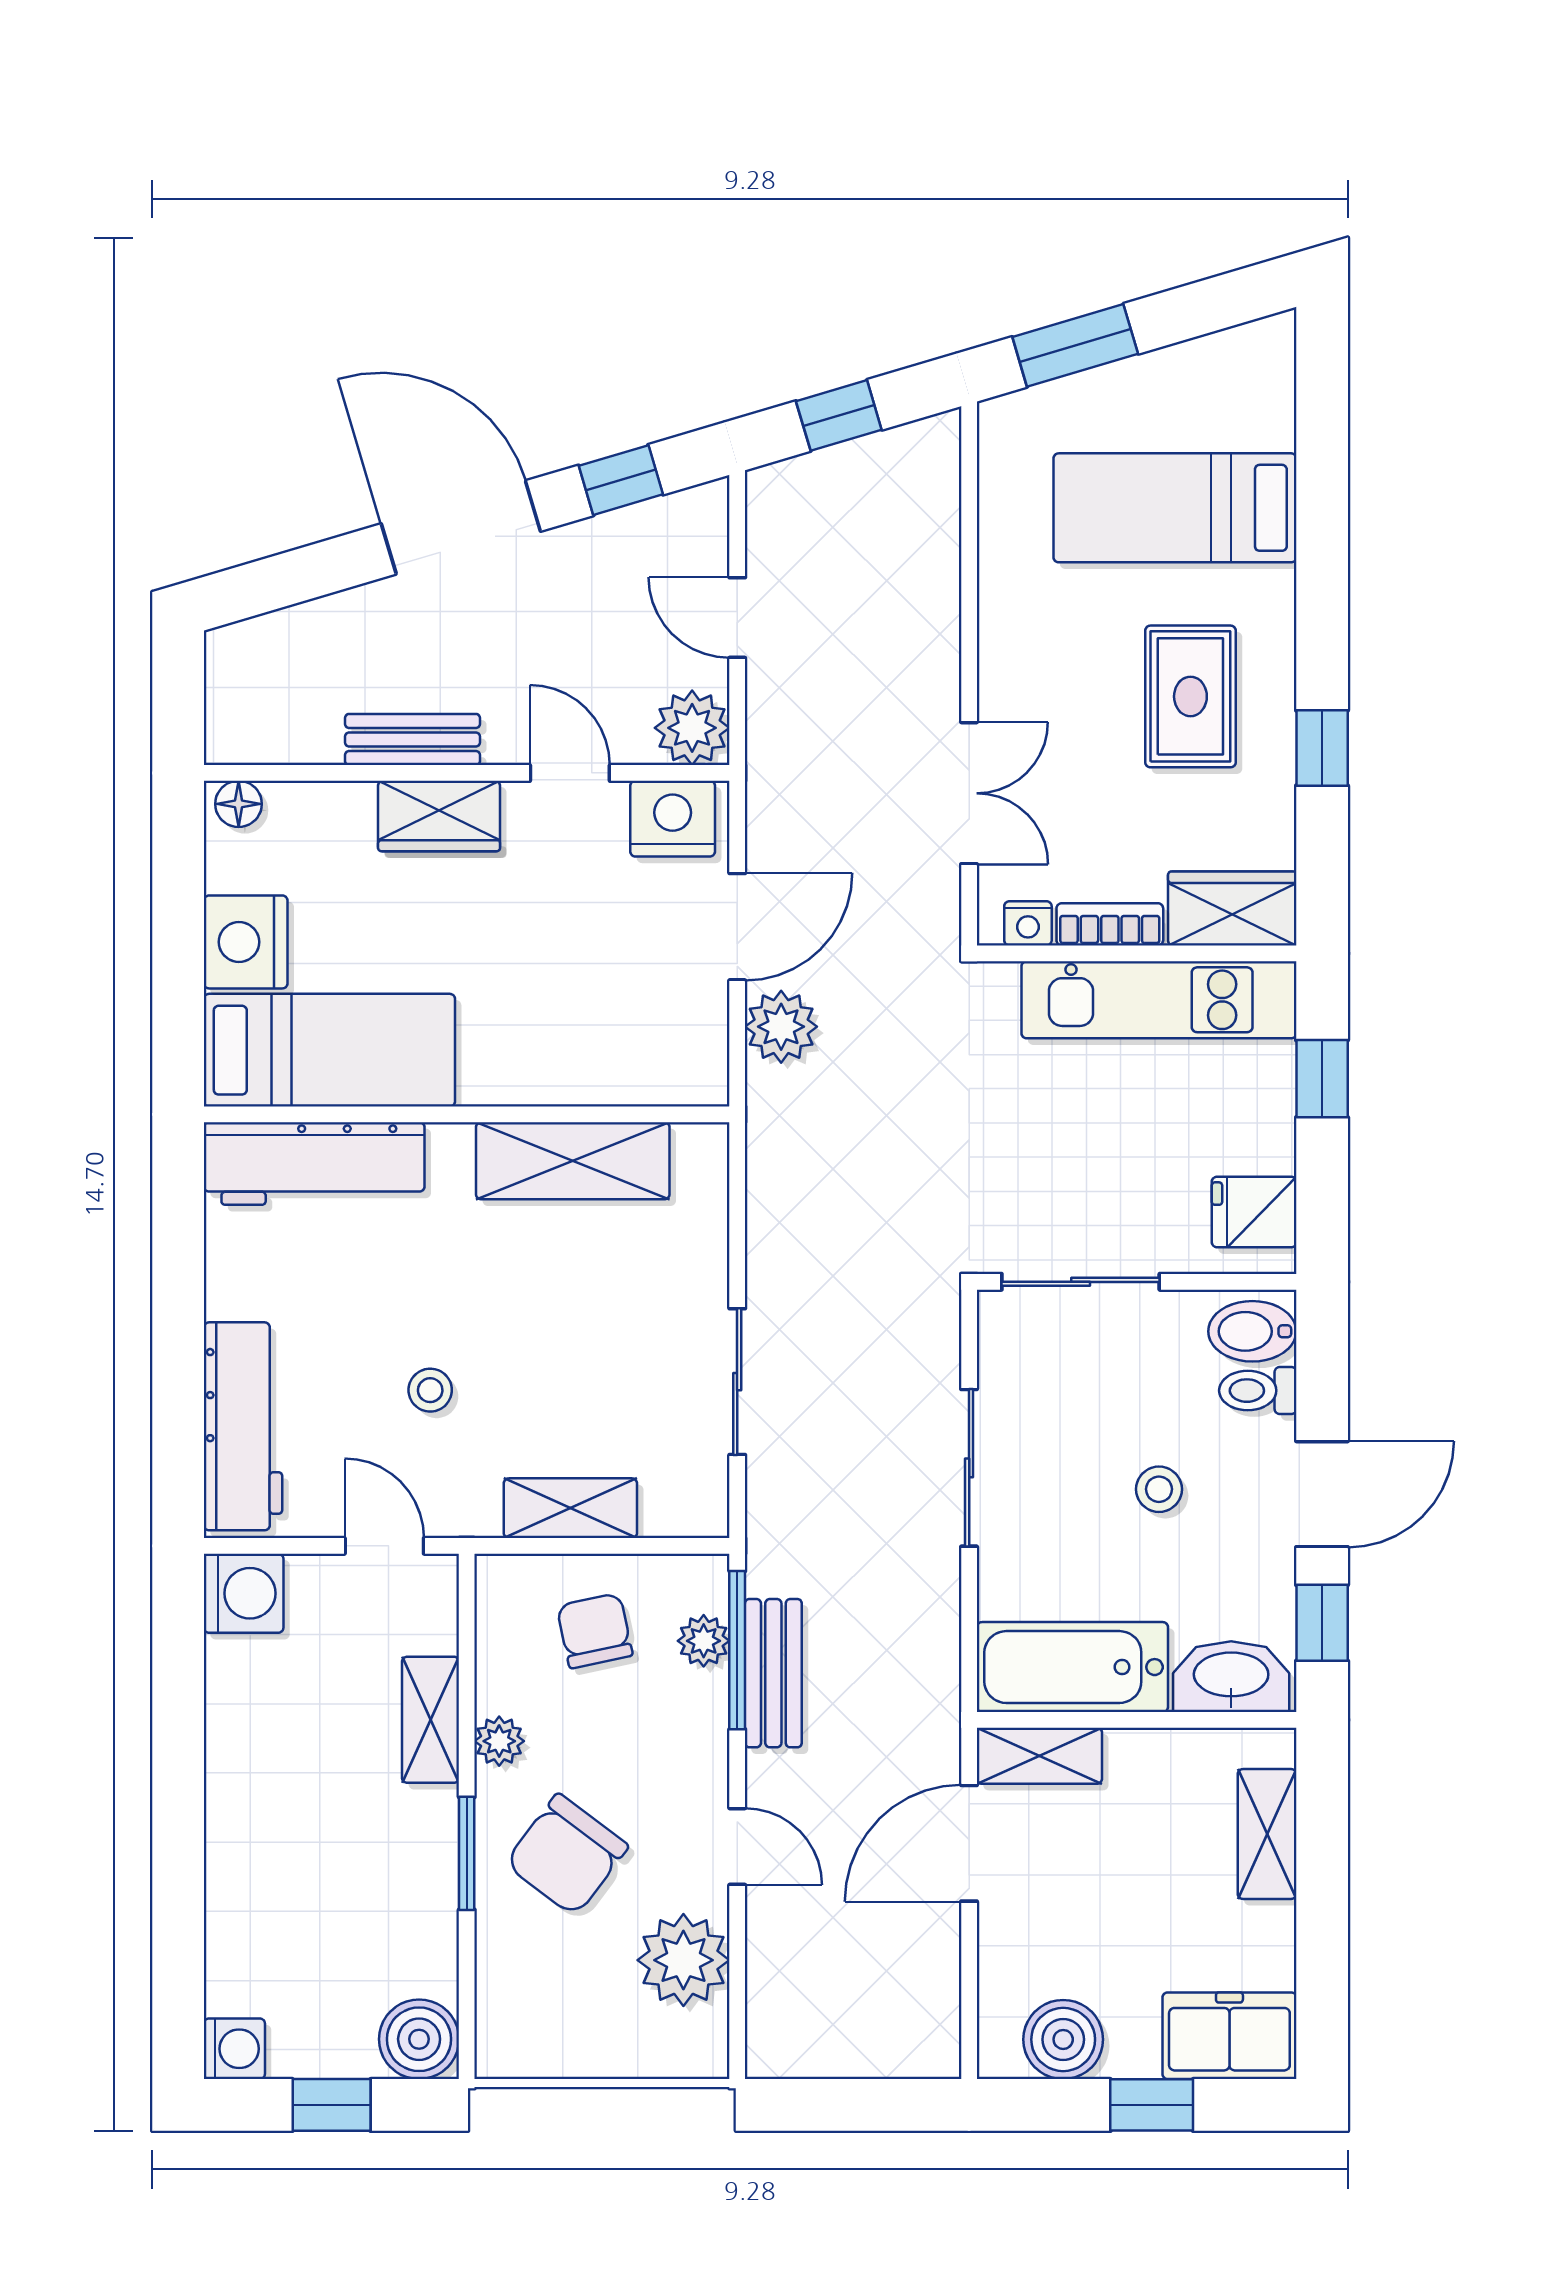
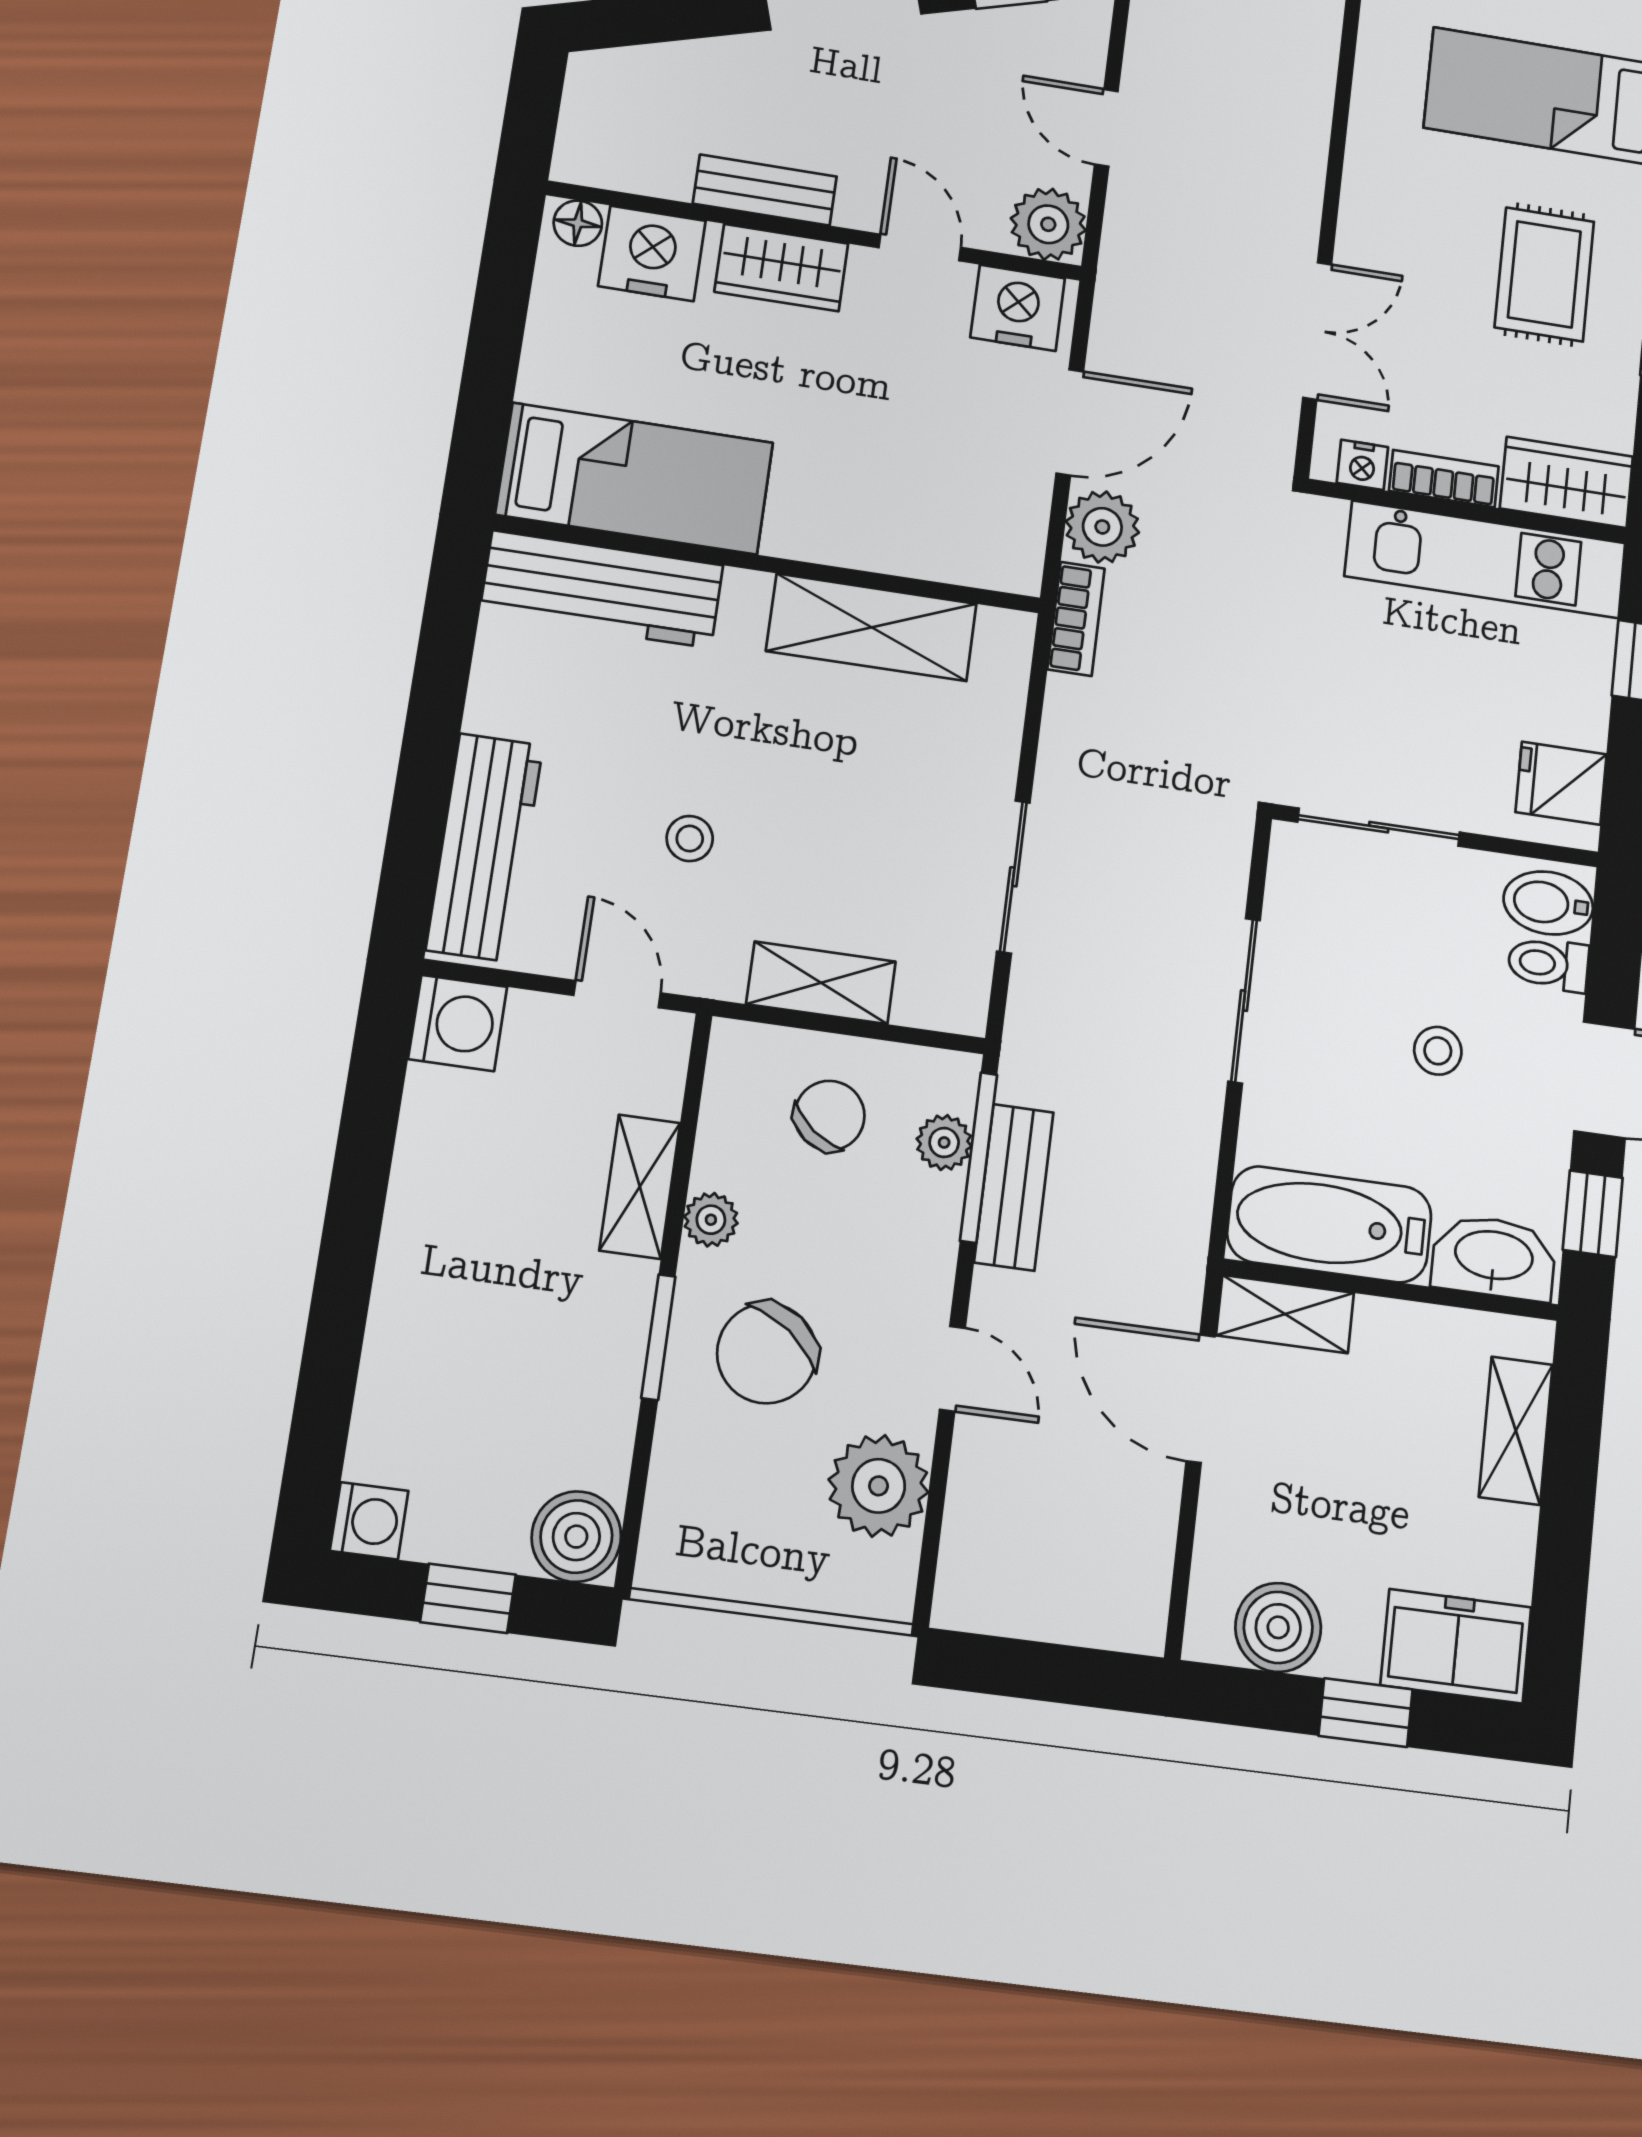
nightstand: (246, 942) -> (652, 253), moved, turned 90
bookcase: (767, 1122) -> (1076, 619), added
chair: (595, 1631) -> (830, 1116), turned 50
door: (969, 1843) -> (1201, 1399), hinge flipped

